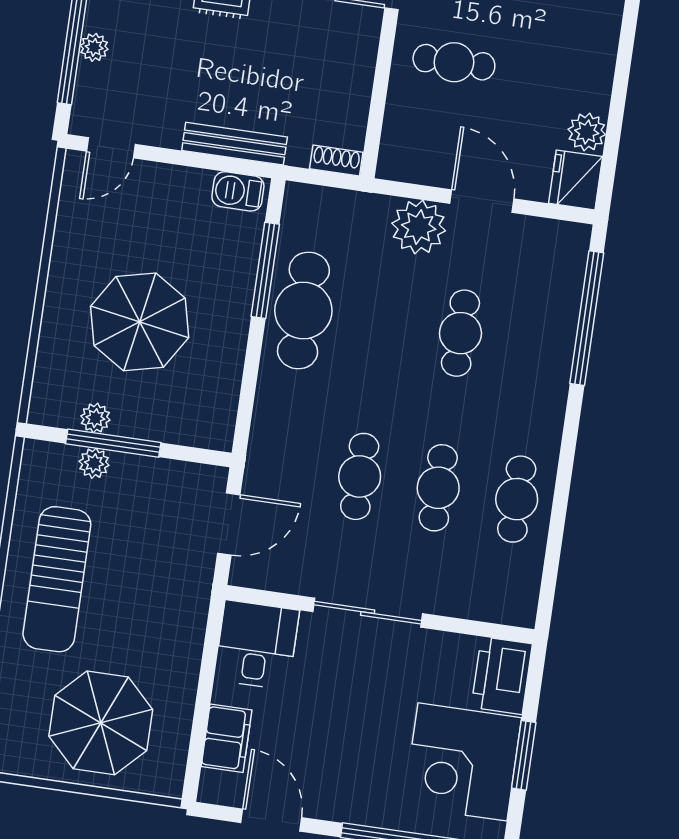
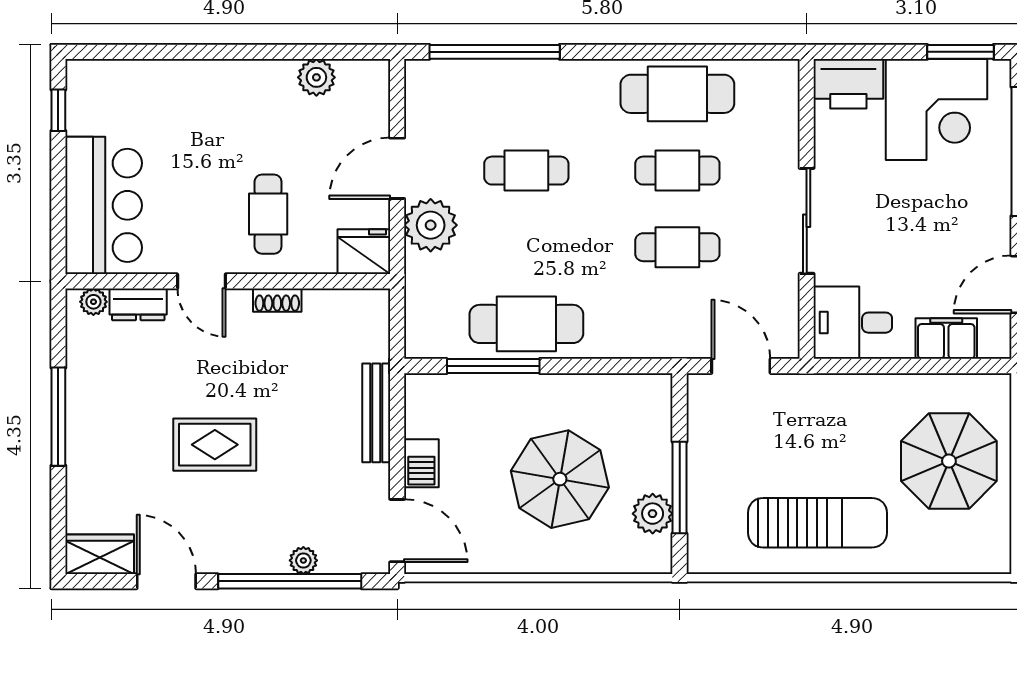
door: (111, 148) -> (397, 531), width x1.38
shoe rack: (336, 161) -> (277, 300), moved, turned -90
fridge: (576, 180) -> (364, 252), moved, turned 180
barbecue: (238, 191) -> (421, 463), moved
plant: (95, 418) -> (653, 514), width x1.38, depth x1.38
plant: (94, 463) -> (701, 503), removed
cafe table: (517, 499) -> (677, 94), width x1.37, depth x1.35
window: (524, 755) -> (960, 52), moved

